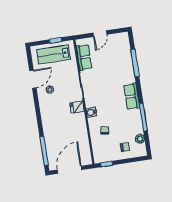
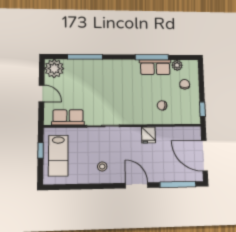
plant: (121, 40) -> (54, 68), added
door: (33, 79) -> (137, 185), moved
row of seats: (132, 96) -> (155, 67), moved
fridge: (77, 107) -> (149, 135), moved
water cooler: (91, 112) -> (138, 119), removed

